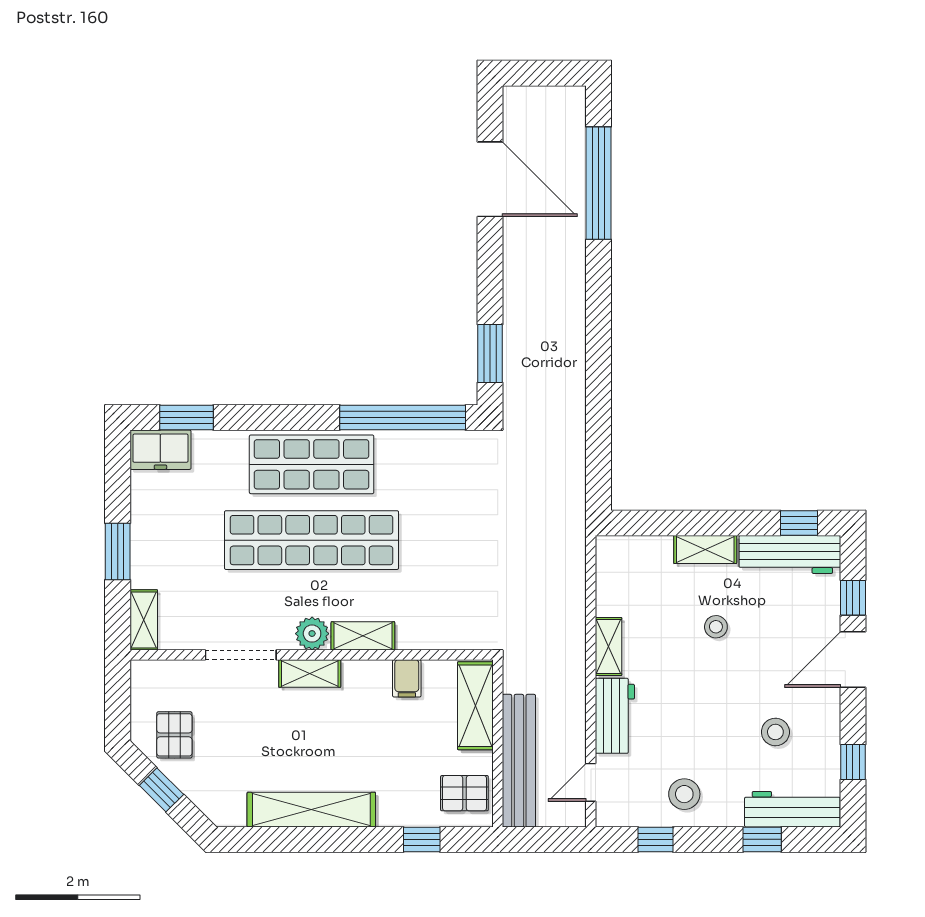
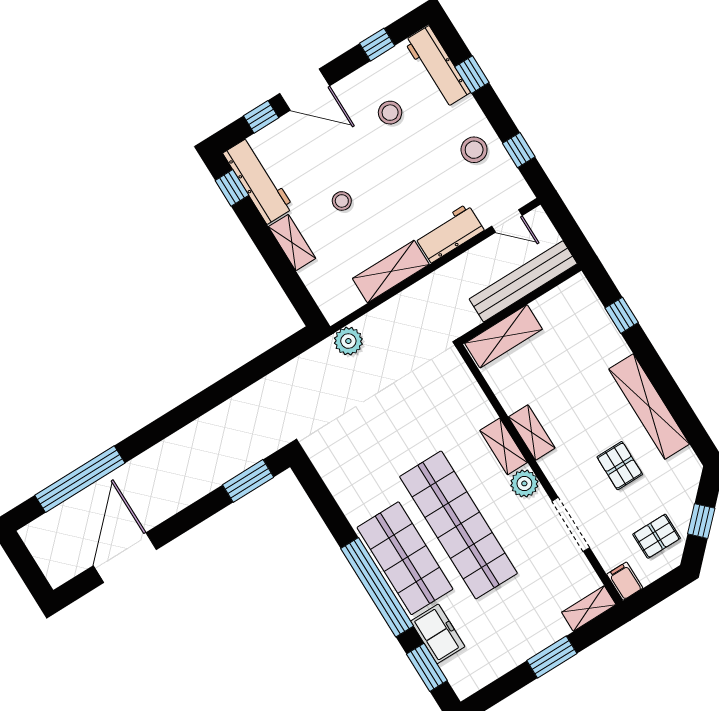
window: (403, 418) -> (377, 587), moved
freezer: (160, 450) -> (438, 634), moved
plant: (569, 545) -> (348, 341), added
shelving: (609, 647) -> (391, 271), width x1.50, depth x1.33
shelving: (310, 673) -> (532, 432), moved
filing cabinet: (407, 678) -> (625, 581), moved, turned -90
pallet: (464, 793) -> (620, 466), moved

